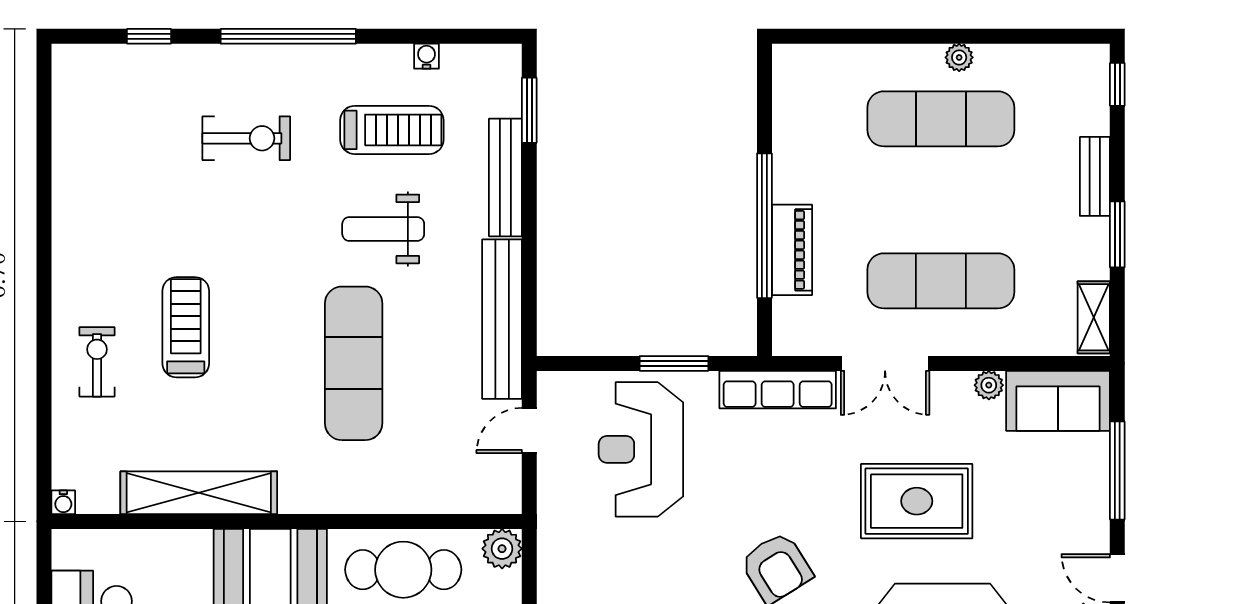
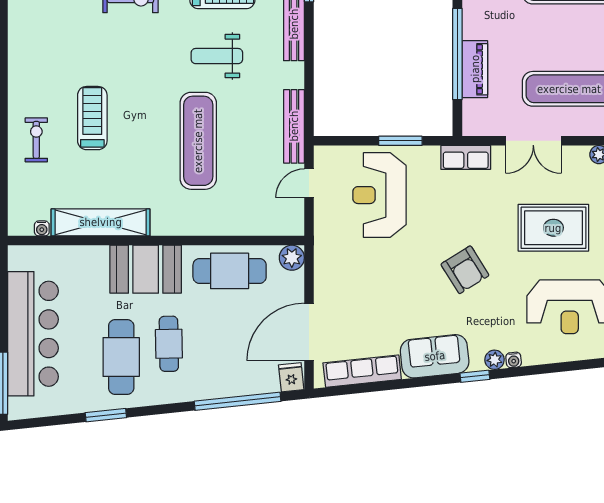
bench: (502, 319) -> (294, 126), width x0.73, depth x0.82
row of seats: (778, 390) -> (466, 157), width x0.68
water cooler: (63, 502) -> (42, 228), moved

